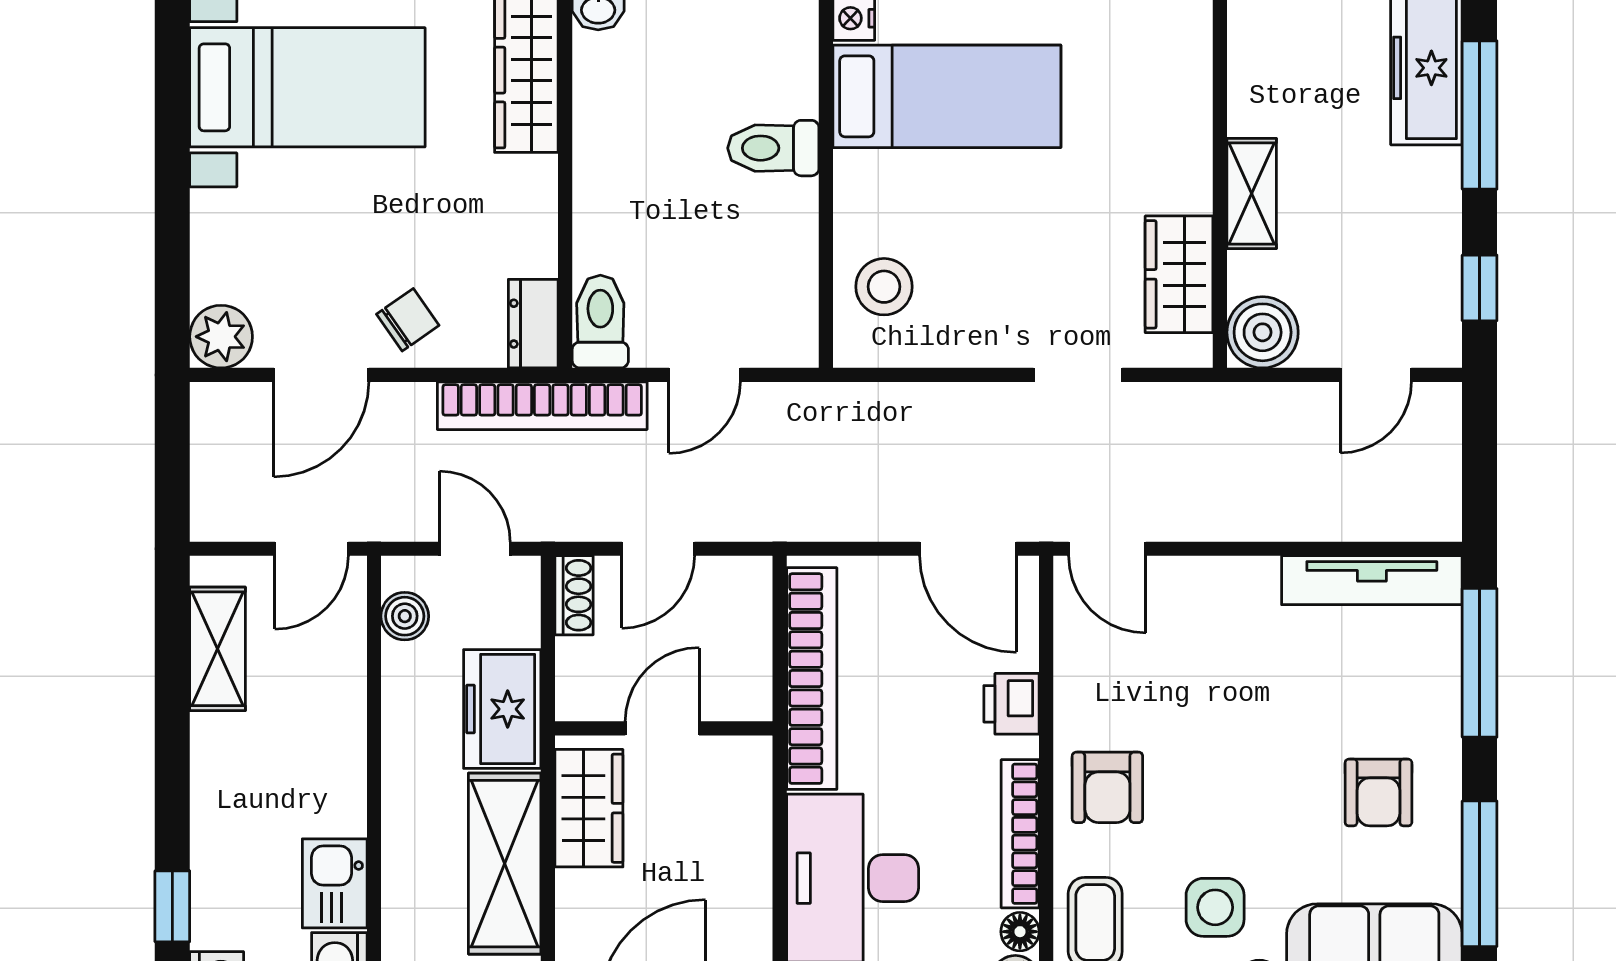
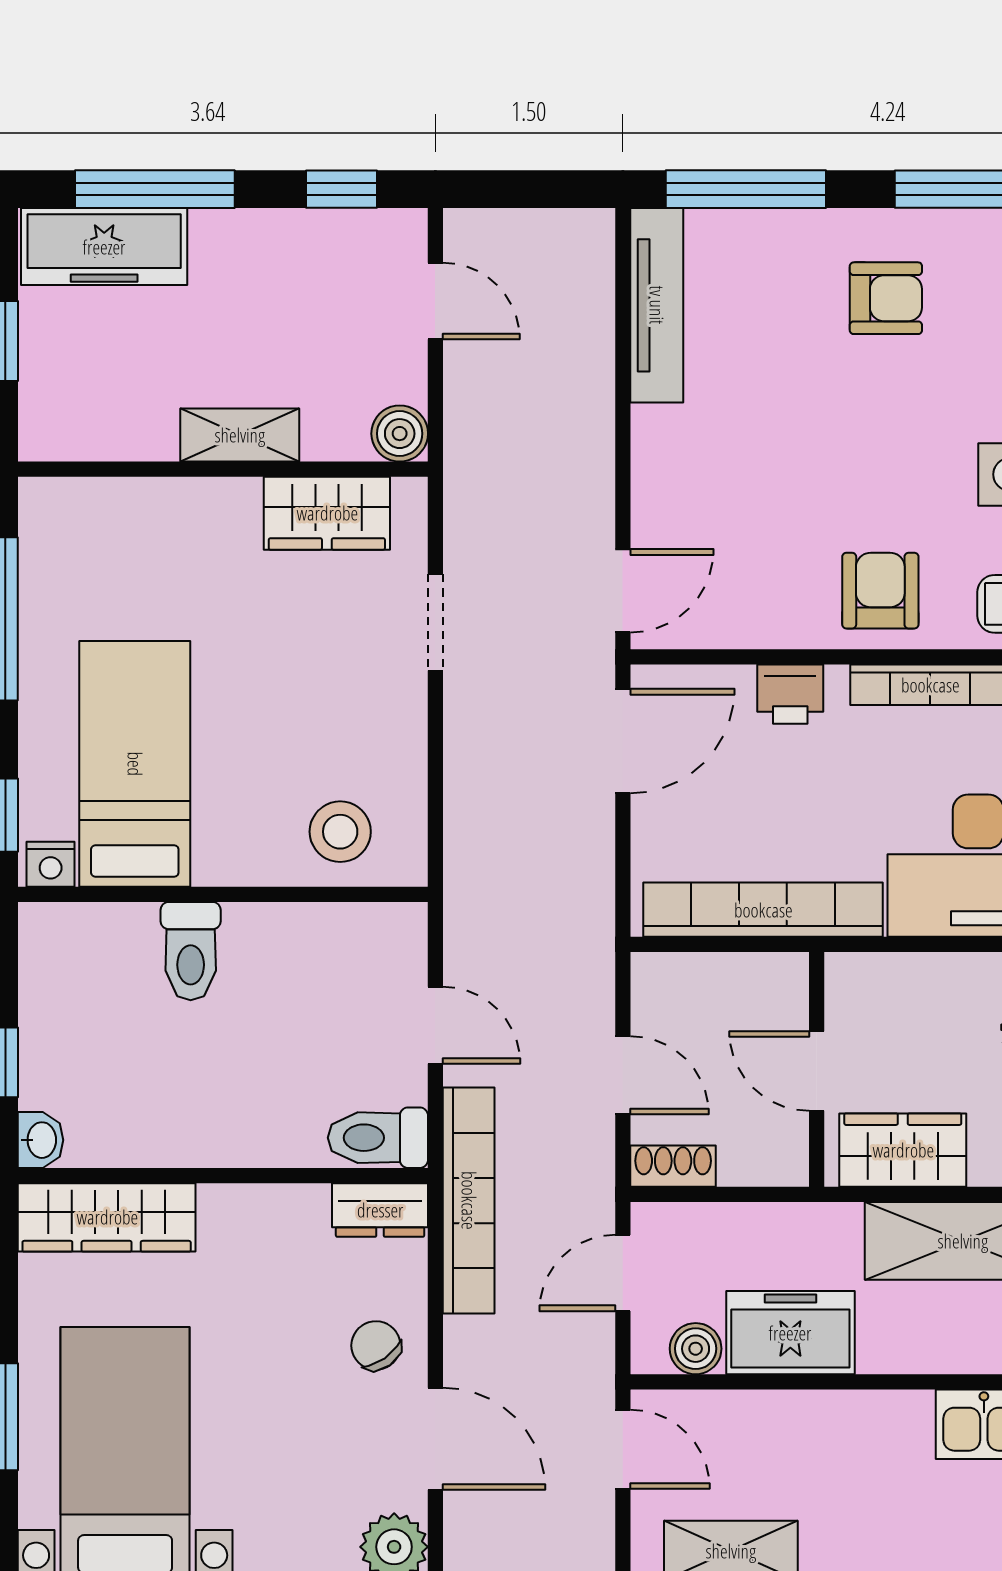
boiler: (1263, 332) -> (400, 434), width x0.73, depth x0.73
freezer: (502, 709) -> (790, 1333), moved, turned 180
armchair: (1107, 787) -> (880, 591), turned -90

